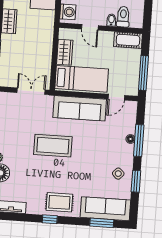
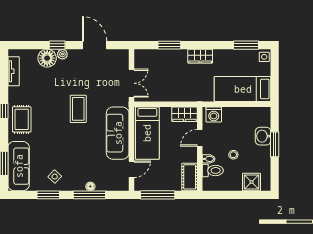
wardrobe: (65, 52) -> (184, 114), moved
door: (116, 97) -> (131, 169), swing flipped
coffee table: (53, 146) -> (78, 109), width x0.73, depth x0.76

